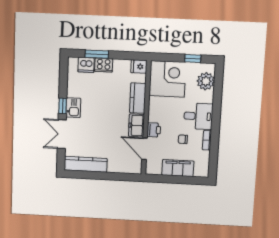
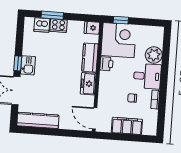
window: (193, 59) -> (121, 20), moved
plant: (206, 81) -> (154, 55), moved
printer: (154, 130) -> (106, 64), moved
door: (145, 149) -> (95, 118), moved

